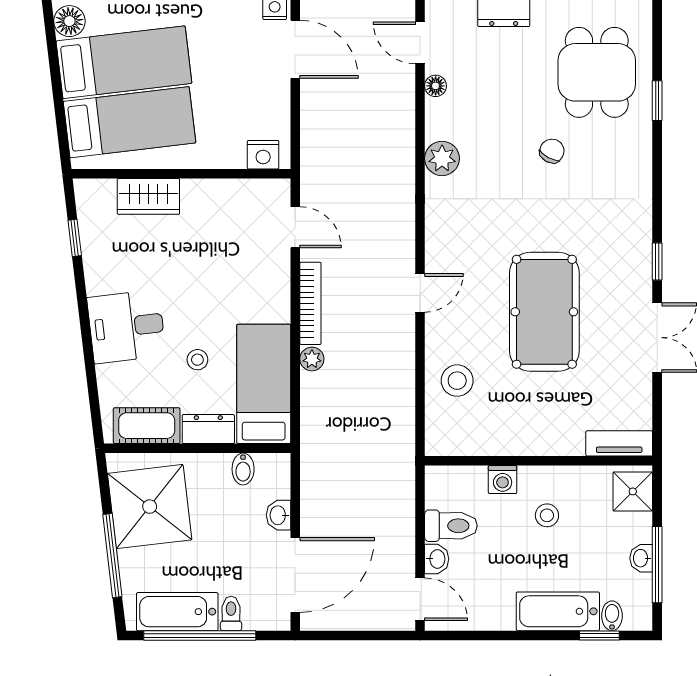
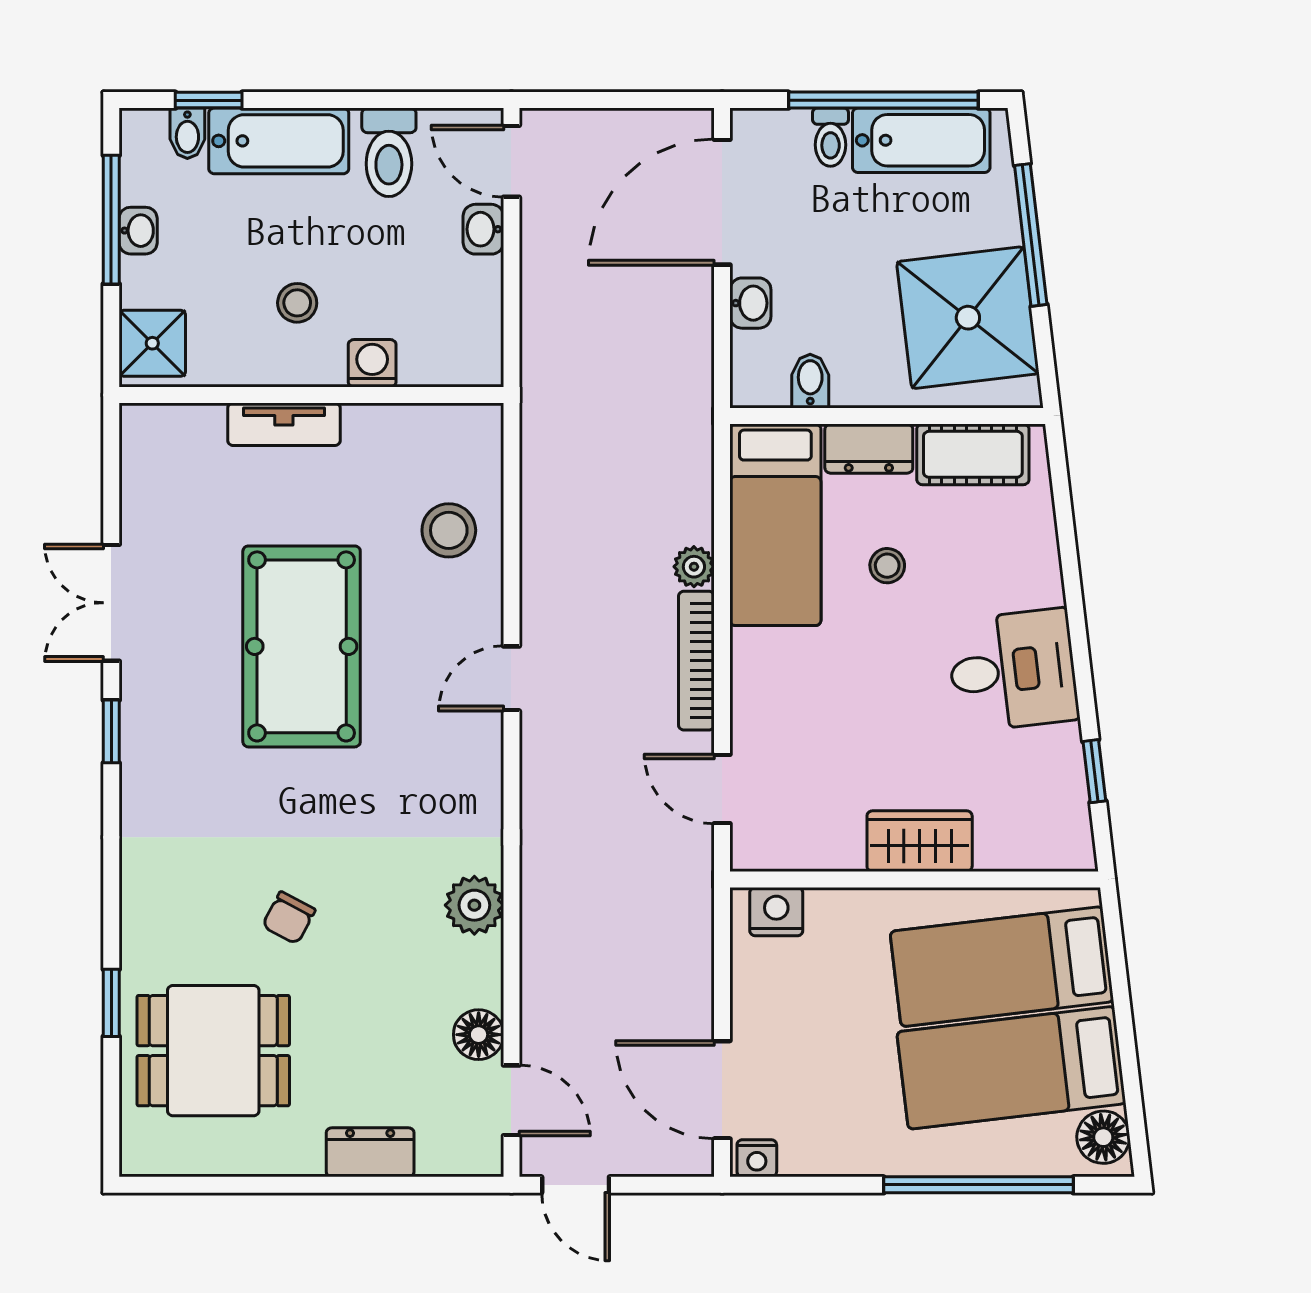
dining table: (597, 72) -> (213, 1051), turned 90
floor lamp: (436, 86) -> (479, 1035), width x1.37, depth x1.37
wardrobe: (148, 196) -> (920, 841), moved
desk: (126, 327) -> (1013, 670), moved
tv unit: (619, 443) -> (284, 424), moved
toilet: (451, 526) -> (389, 152), moved, turned -90

